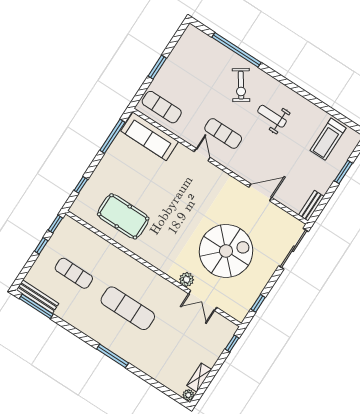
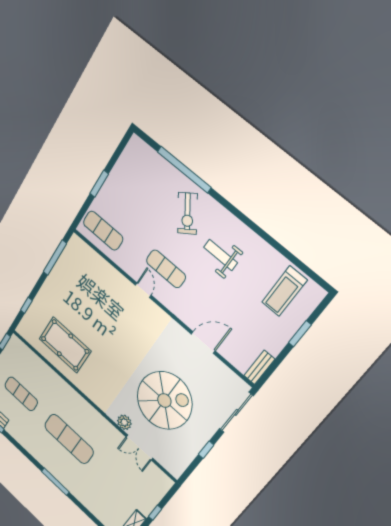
sofa: (150, 136) -> (91, 262), removed
window: (258, 303) -> (206, 450), moved
window: (232, 343) -> (155, 513), moved

